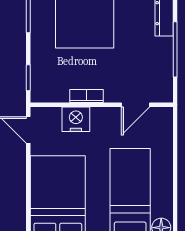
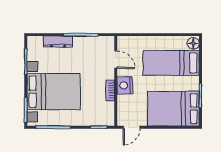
nightstand: (76, 119) -> (125, 85), moved

